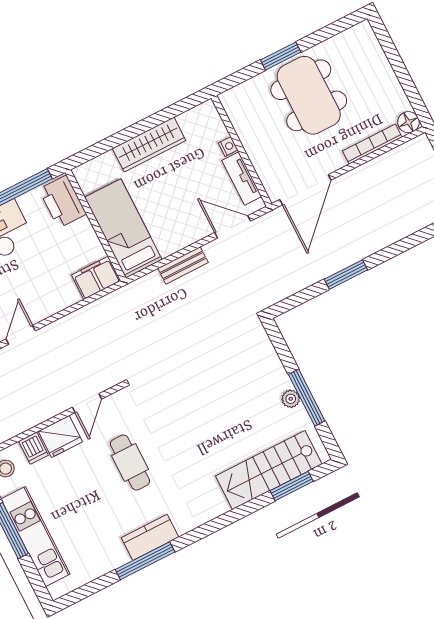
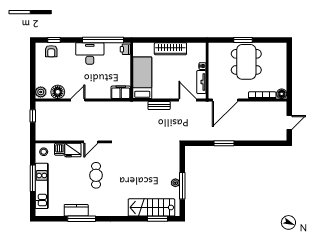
printer: (63, 202) -> (125, 49), width x0.53, depth x0.68
kitchen counter: (150, 537) -> (76, 210), moved

